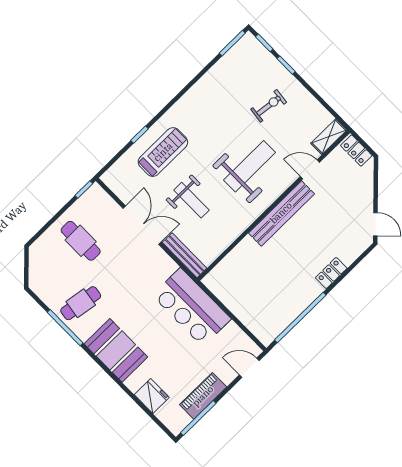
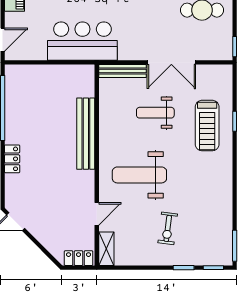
weight bench: (250, 166) -> (139, 175), turned 90
bench: (281, 213) -> (86, 134), moved

